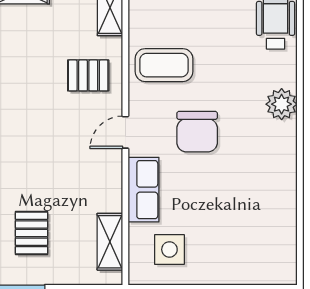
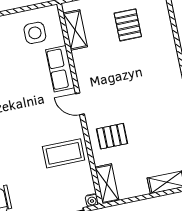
door: (125, 132) -> (80, 104), swing flipped
chair: (197, 132) -> (33, 114), removed

